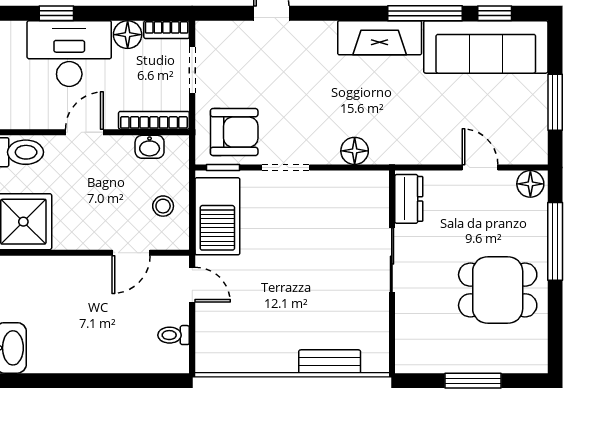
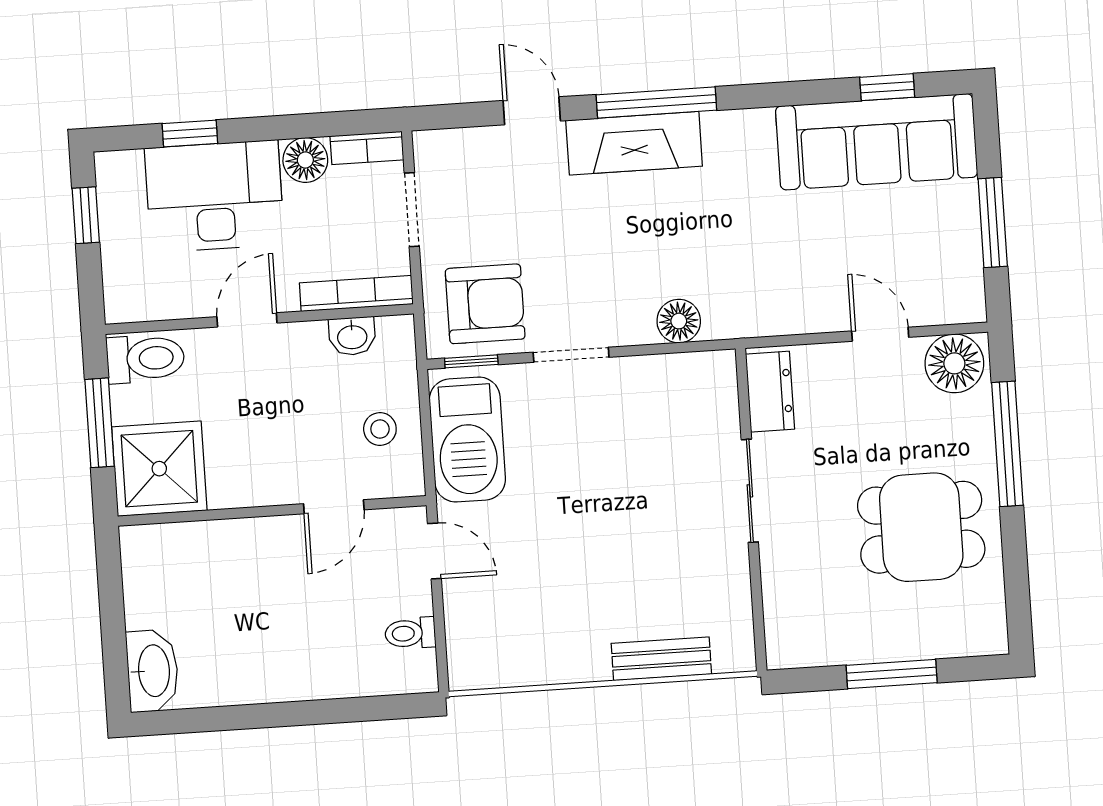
window: (425, 13) -> (656, 102), moved
fireplace: (380, 38) -> (634, 143), moved
floor lamp: (530, 184) -> (954, 363), width x1.38, depth x1.38

